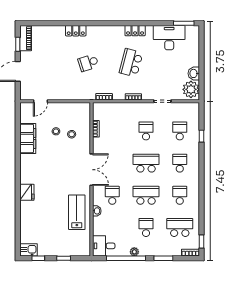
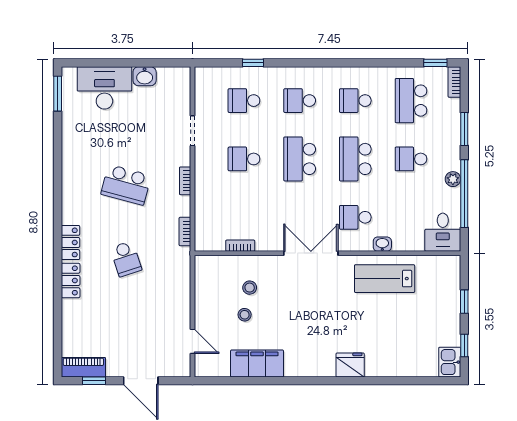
locker: (135, 31) -> (70, 242), moved
desk: (169, 38) -> (104, 88), moved, turned 90
plant: (191, 89) -> (172, 81), removed

